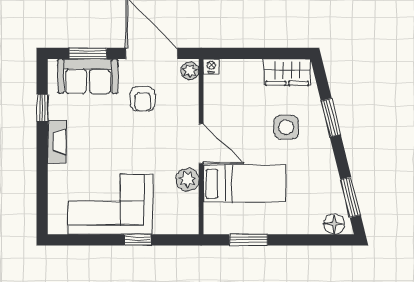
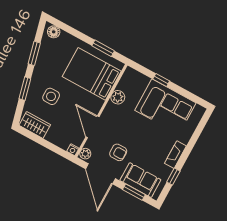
armchair: (143, 99) -> (118, 152), turned 90
door: (201, 144) -> (92, 127), moved
bed: (245, 184) -> (92, 74), width x1.50
window: (350, 197) -> (34, 53), moved

